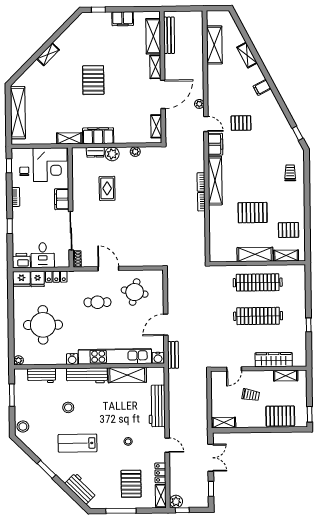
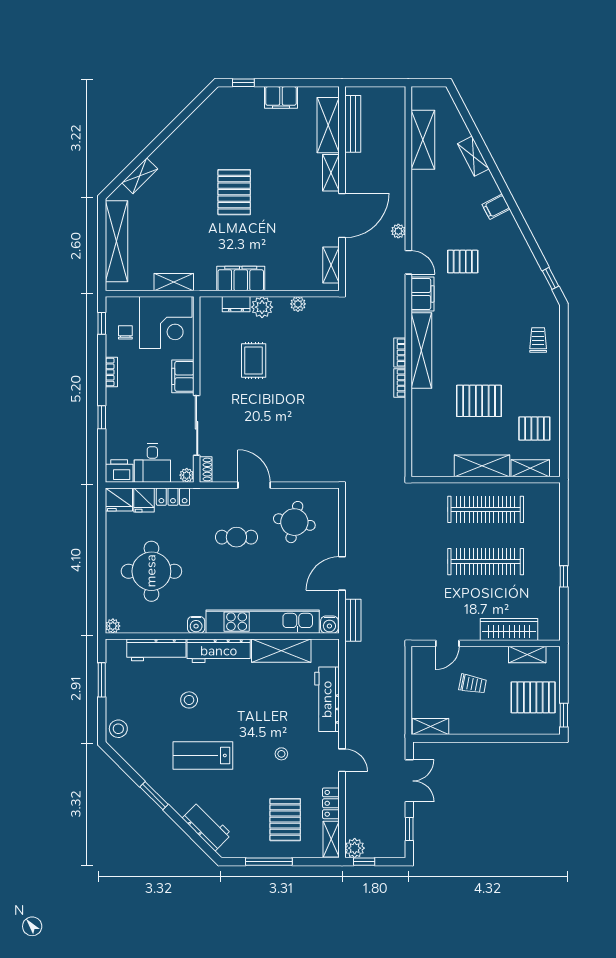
shelving: (48, 54) -> (140, 176), moved
shelving: (69, 138) -> (174, 282), moved
plant: (65, 263) -> (187, 475), added
workbench: (42, 376) -> (156, 650), width x1.38
pallet: (280, 416) -> (533, 697), moved

